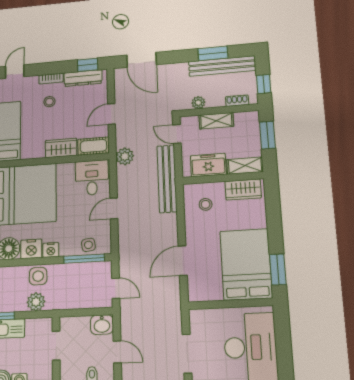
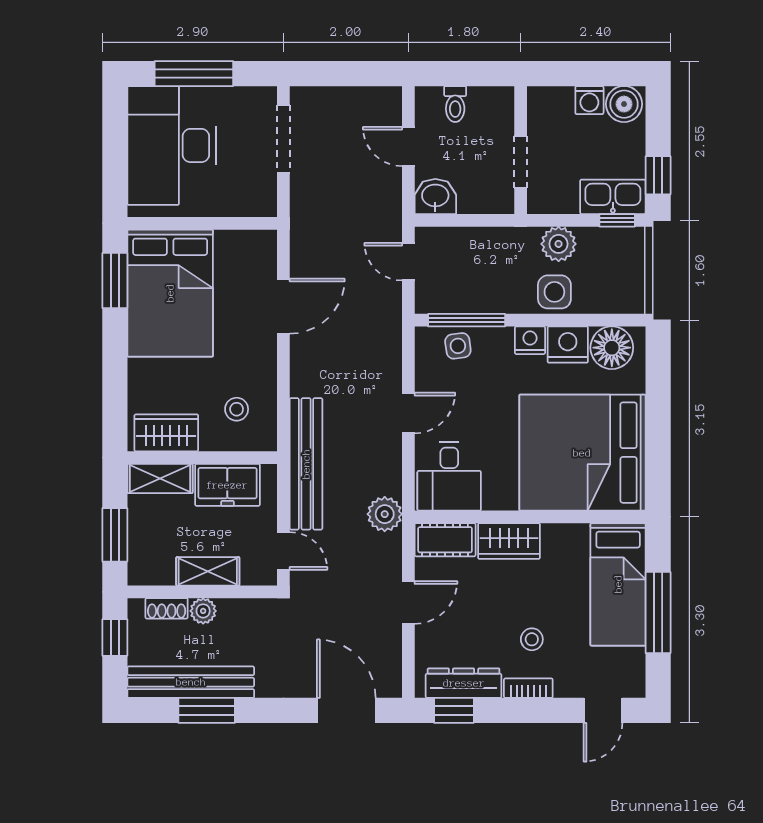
plant: (198, 103) -> (203, 611), moved

